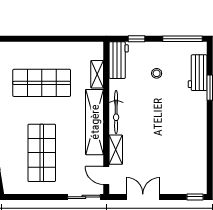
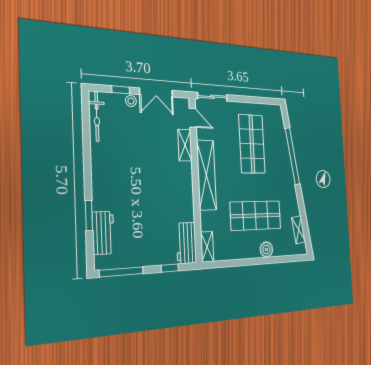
plant: (31, 49) -> (266, 249), added
stool: (157, 73) -> (131, 101), moved
shelving: (97, 74) -> (207, 247), moved
bicycle: (116, 112) -> (97, 116), moved, turned 180
window: (195, 197) -> (121, 90), moved

